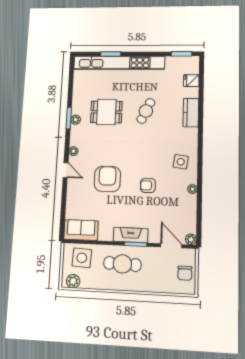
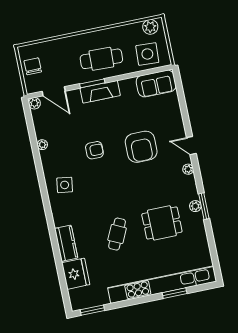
fridge: (191, 81) -> (76, 274), width x1.88, depth x1.34
plant: (192, 189) -> (42, 145), moved

